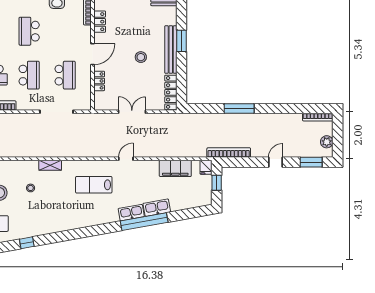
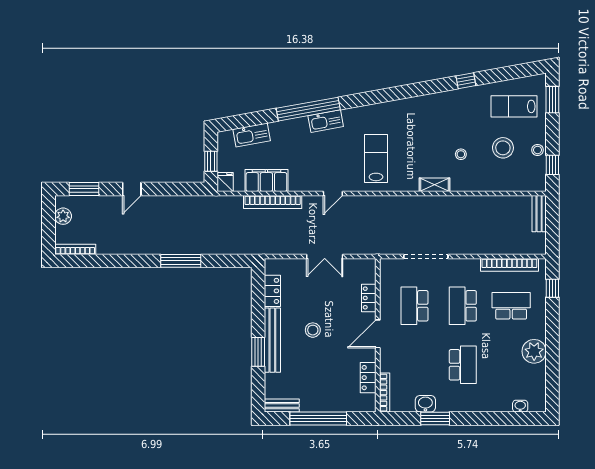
locker: (171, 92) -> (272, 291), width x0.66
bookcase: (229, 152) -> (273, 202), moved
lab bench: (94, 185) -> (376, 159), turned -90
kitchen sink: (157, 208) -> (252, 135), moved

